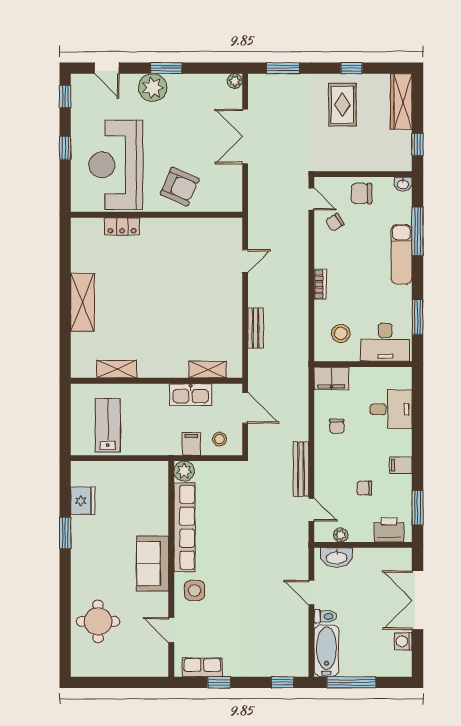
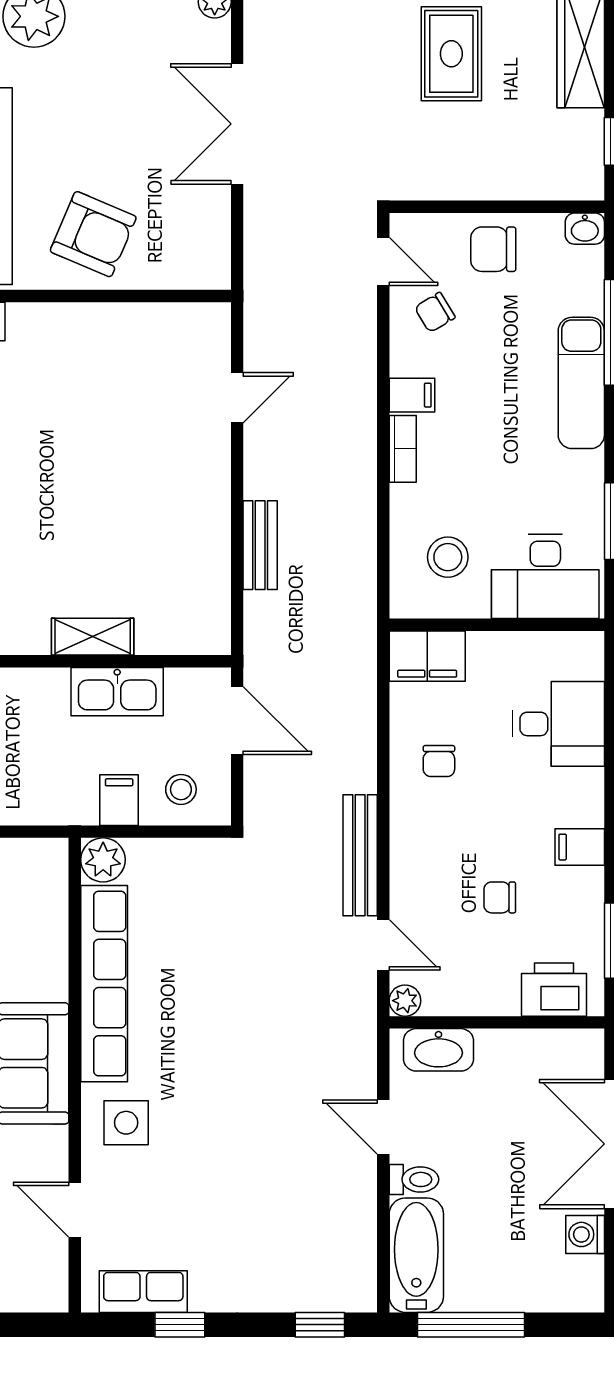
filing cabinet: (324, 260) -> (412, 395), added
shelving: (208, 370) -> (93, 637), moved
plant: (341, 535) -> (405, 1001), moved

